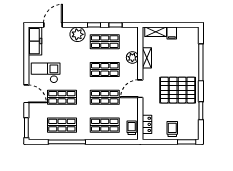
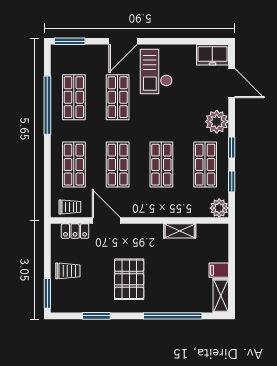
shelving: (156, 32) -> (221, 296), moved
freezer: (35, 41) -> (212, 55), width x0.71
plant: (132, 57) -> (219, 208), moved
checkout: (46, 73) -> (156, 72), turned 180
door: (140, 89) -> (106, 221), moved
pallet: (178, 90) -> (129, 279), width x0.73, depth x0.71

